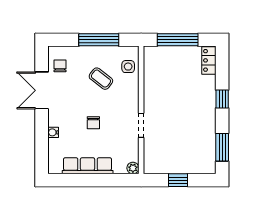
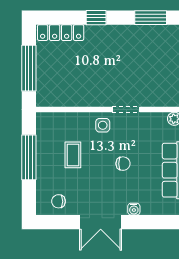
locker: (209, 60) -> (61, 33), width x1.53
side table: (128, 67) -> (103, 125), moved
coffee table: (101, 79) -> (73, 155), turned -38
double door: (42, 90) -> (101, 222), moved

